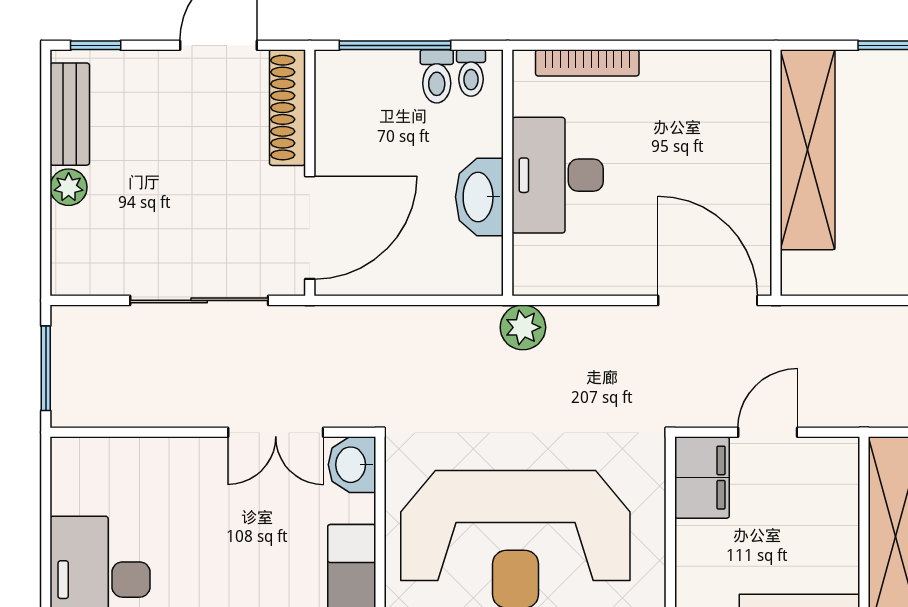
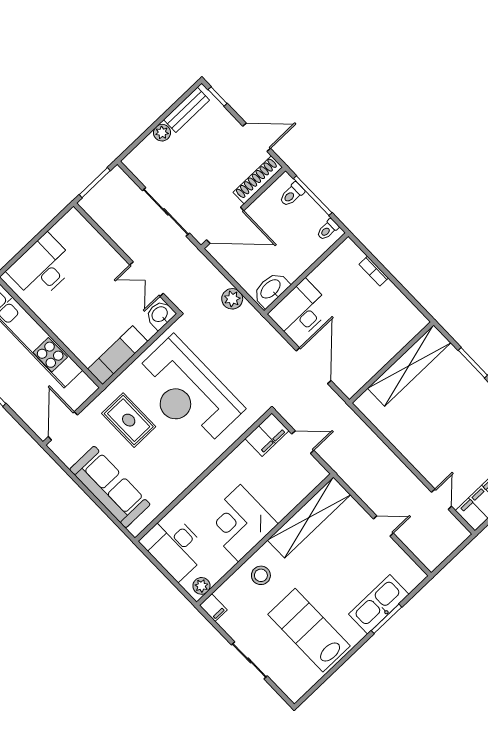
bookcase: (587, 63) -> (374, 271), width x0.64
toilet: (437, 76) -> (292, 194), moved
desk: (558, 175) -> (300, 311), moved
washbasin: (479, 197) -> (271, 289), moved
door: (708, 300) -> (314, 366), moved
plant: (523, 327) -> (232, 299), moved

